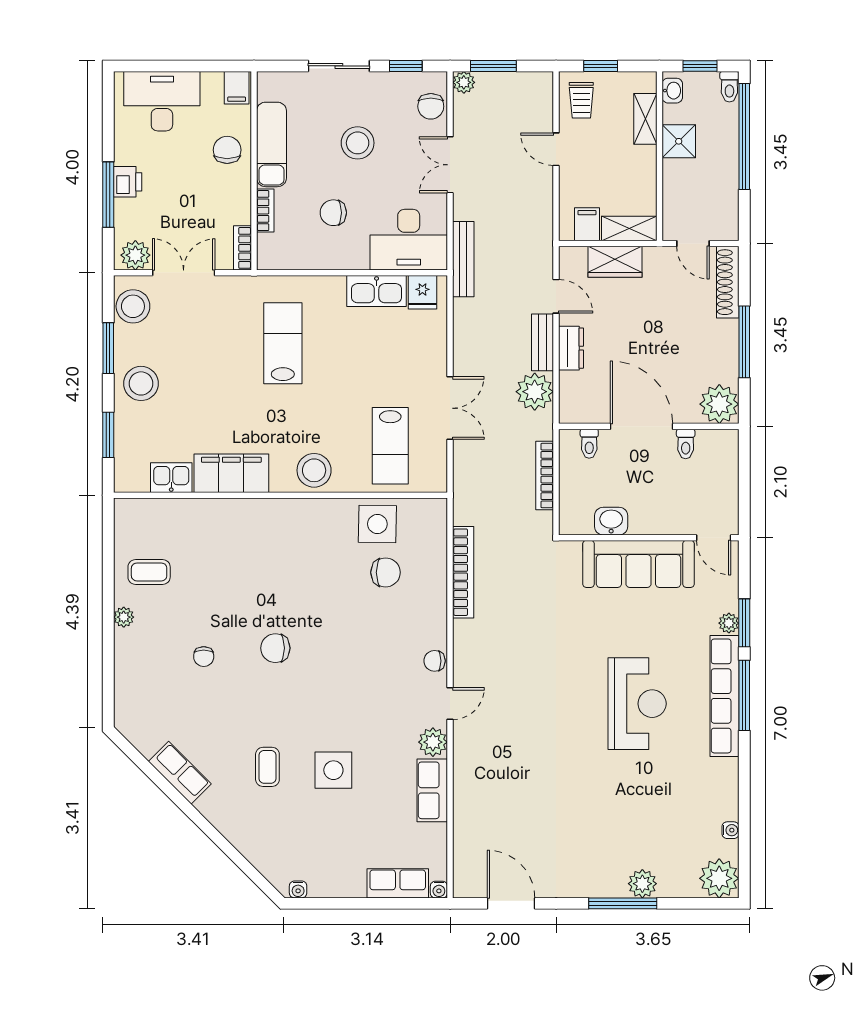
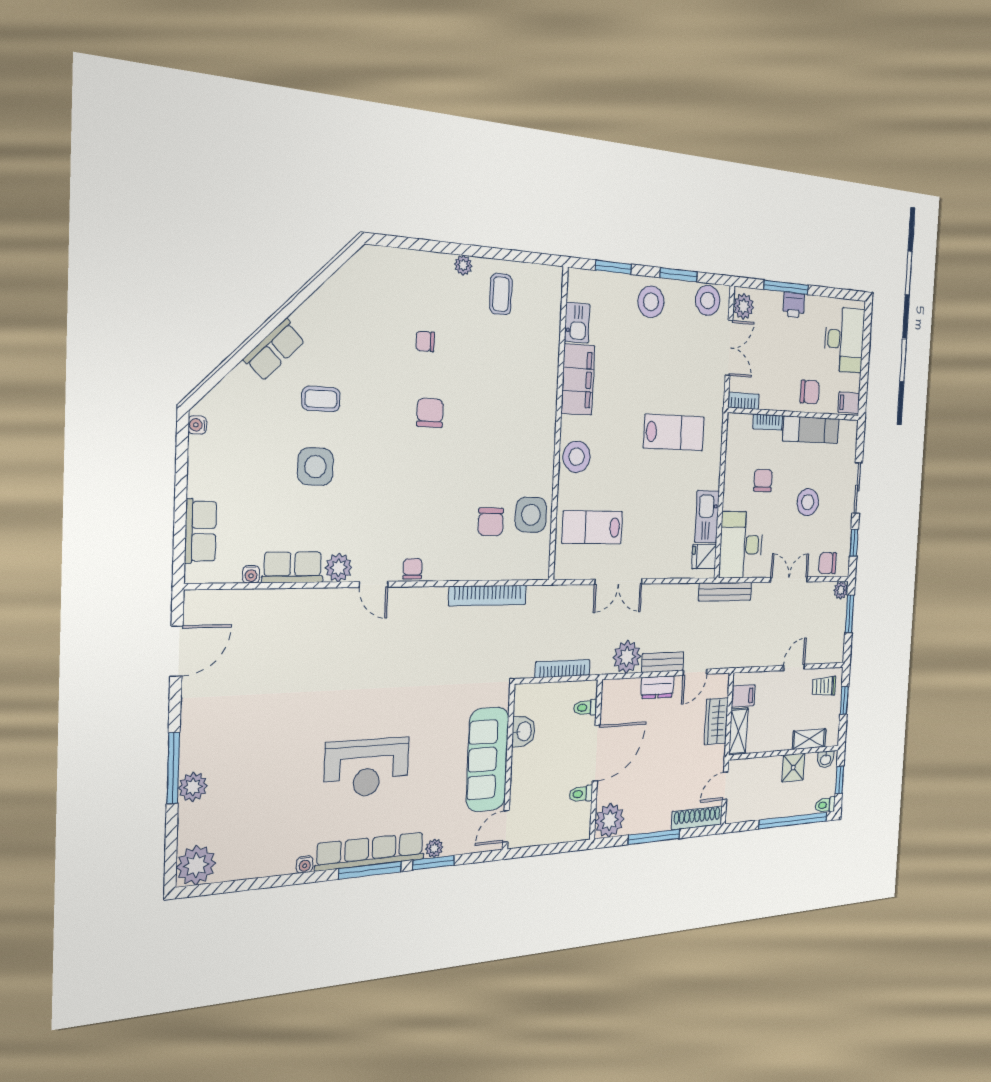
row of seats: (180, 773) -> (274, 350), moved
water cooler: (730, 830) -> (305, 864), moved
water cooler: (439, 890) -> (251, 574), moved, turned -90

